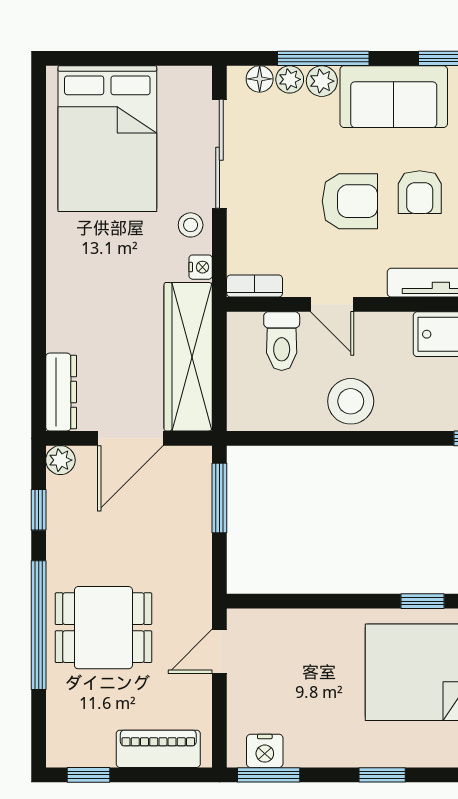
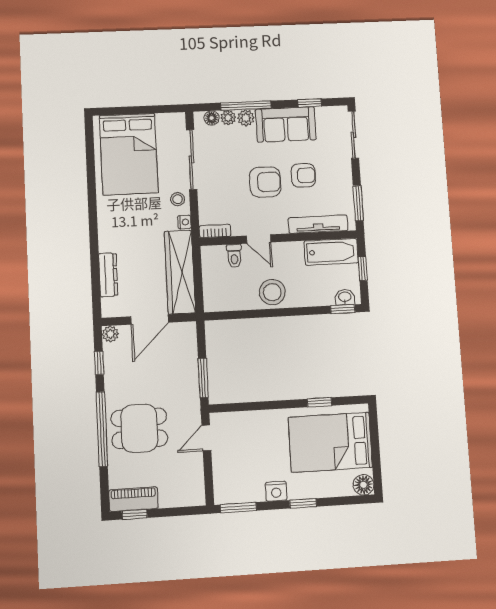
armchair: (420, 192) -> (303, 175), turned -90
toilet: (282, 341) -> (234, 256), width x0.73, depth x0.72
dresser: (61, 392) -> (108, 275), moved
window: (219, 498) -> (203, 378), moved
piano: (158, 749) -> (133, 499), moved
nightstand: (265, 751) -> (276, 491), moved

